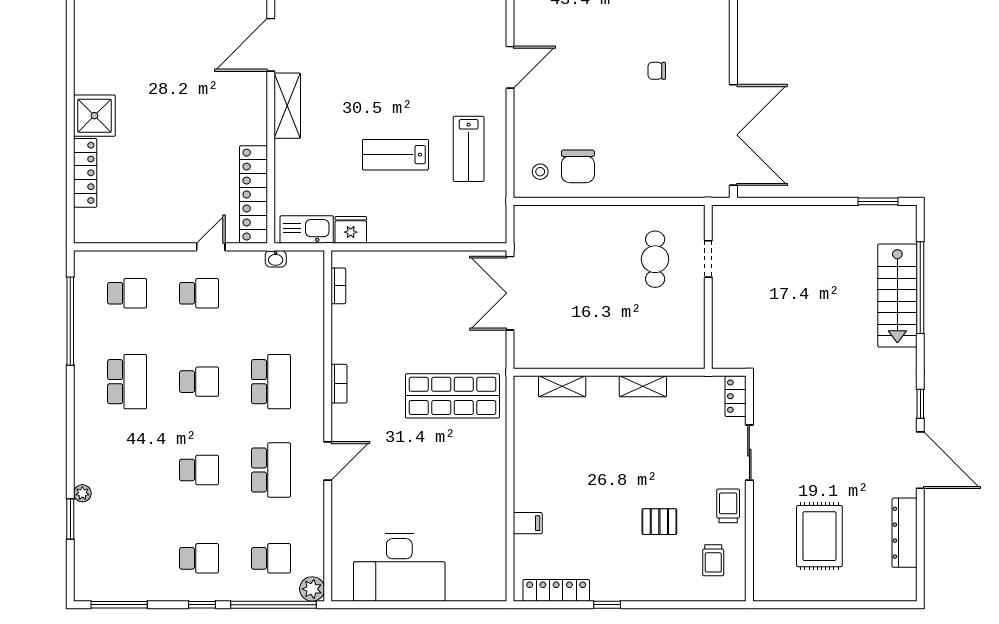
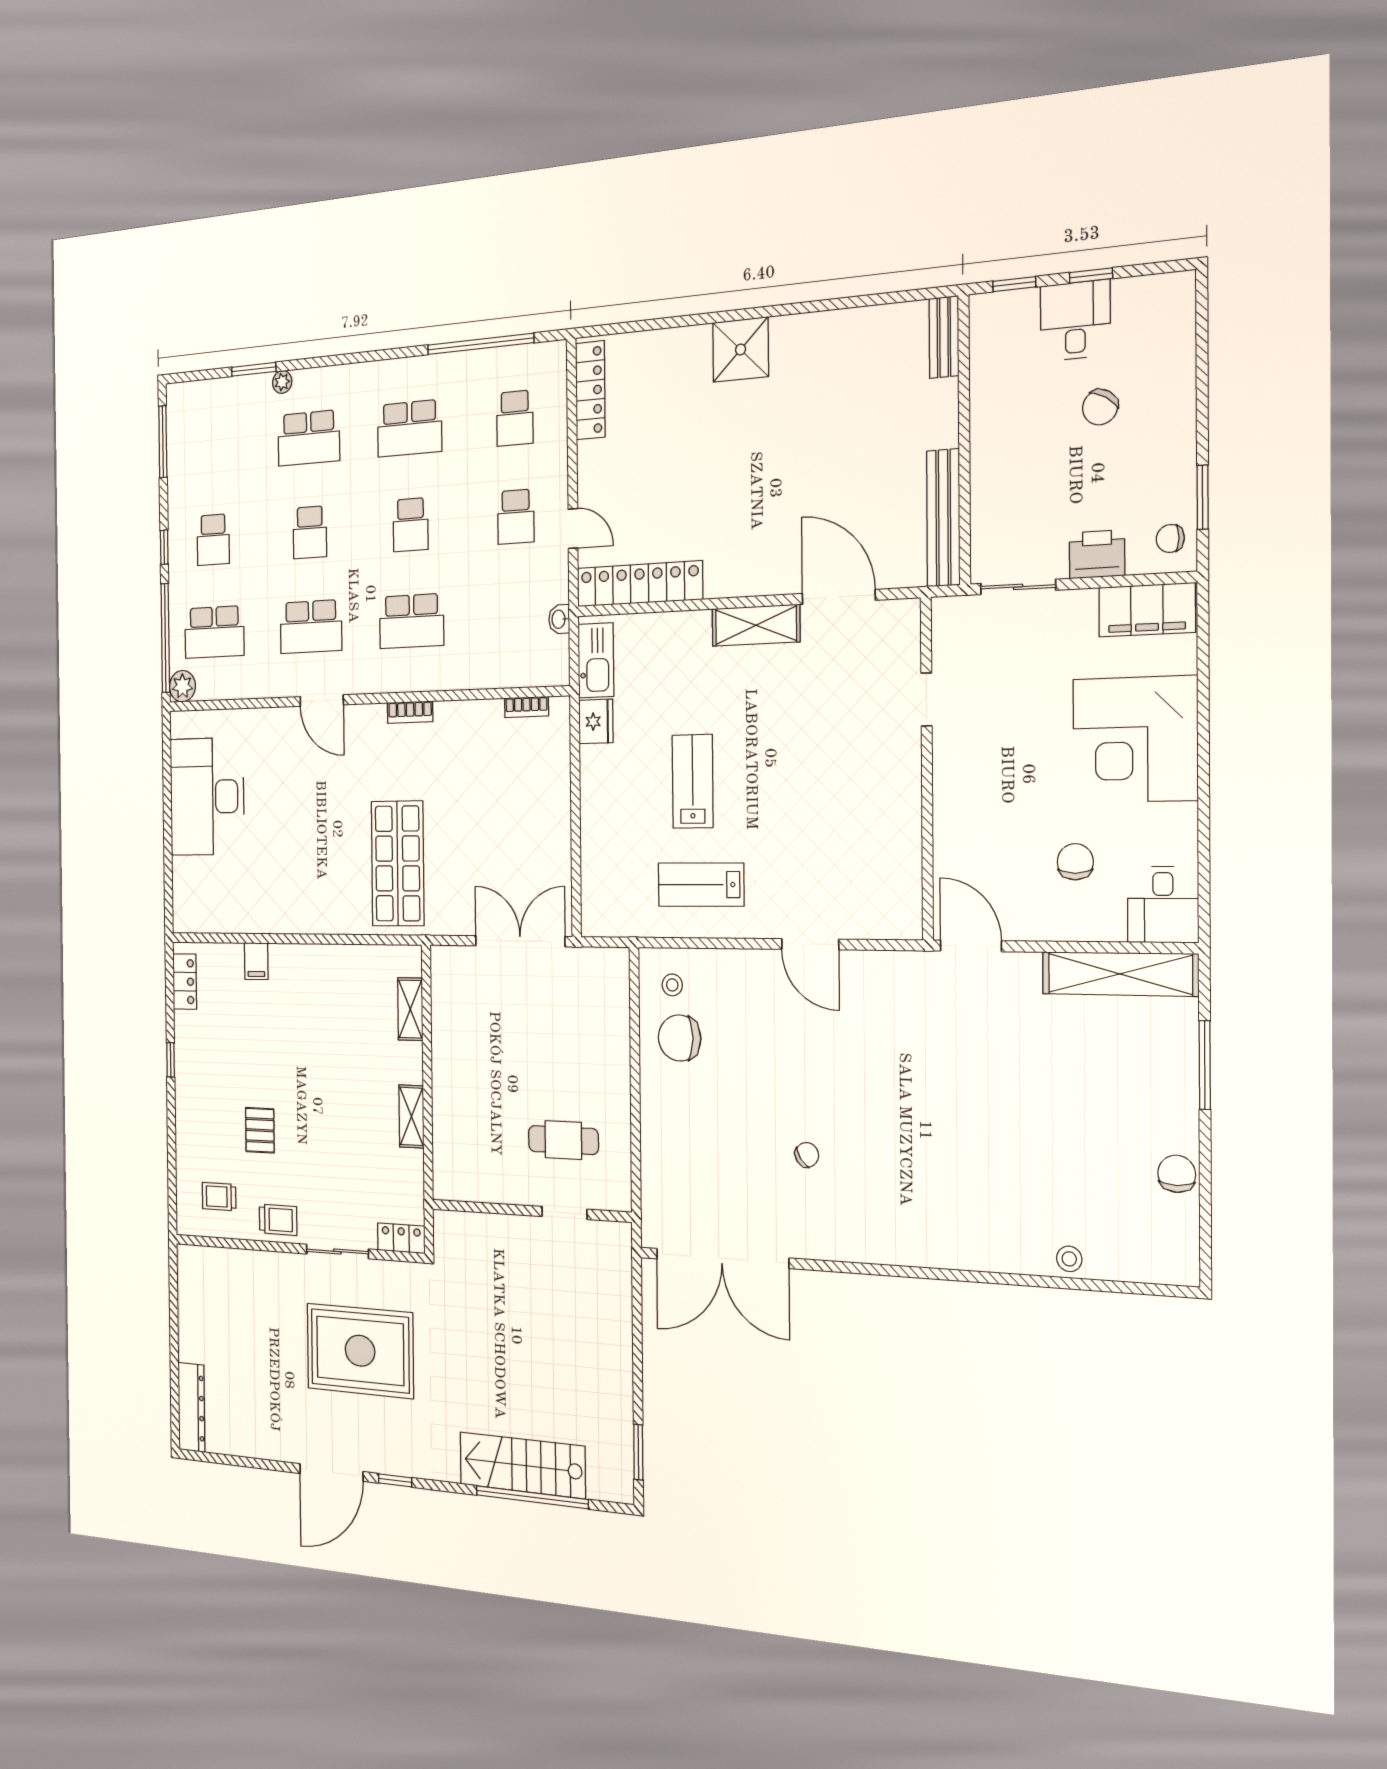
chair: (657, 71) -> (807, 1155), turned 57
locker: (85, 173) -> (590, 390), moved, turned -90
school desk: (127, 470) -> (309, 438), added
dresser: (904, 533) -> (191, 1407), moved, turned 90
rug: (819, 536) -> (360, 1351), moved, width x1.37, depth x1.44
school desk: (271, 558) -> (214, 632), width x1.85
locker: (556, 590) -> (185, 982), width x0.66

